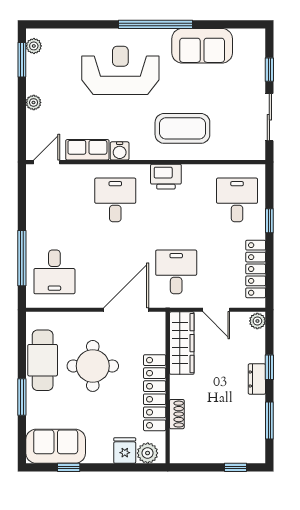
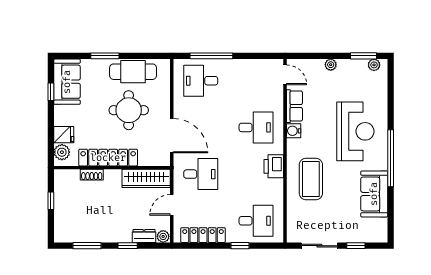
dresser: (257, 379) -> (144, 236), moved
window: (235, 467) -> (51, 201), moved

